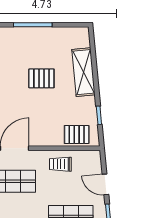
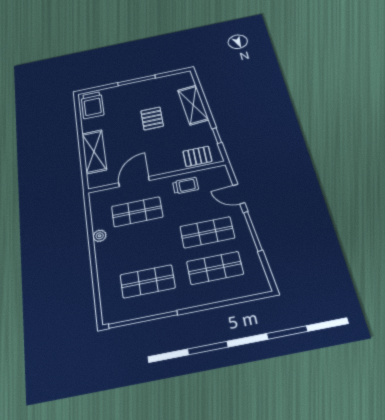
pallet: (41, 78) -> (152, 118), turned 90
trolley: (60, 164) -> (186, 186), turned 180

